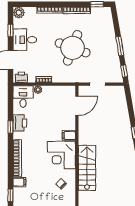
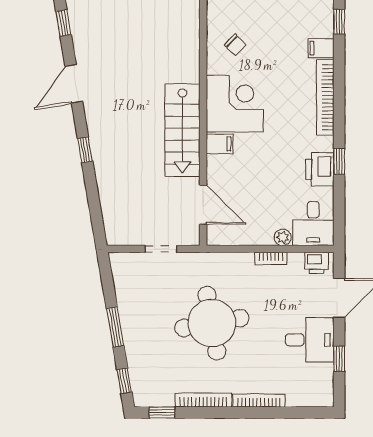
plant: (19, 13) -> (322, 395), removed
round table: (73, 48) -> (212, 323), turned -30
window: (124, 71) -> (124, 381), moved
door: (77, 106) -> (203, 205), swing flipped
stairs: (87, 168) -> (182, 130), moved

